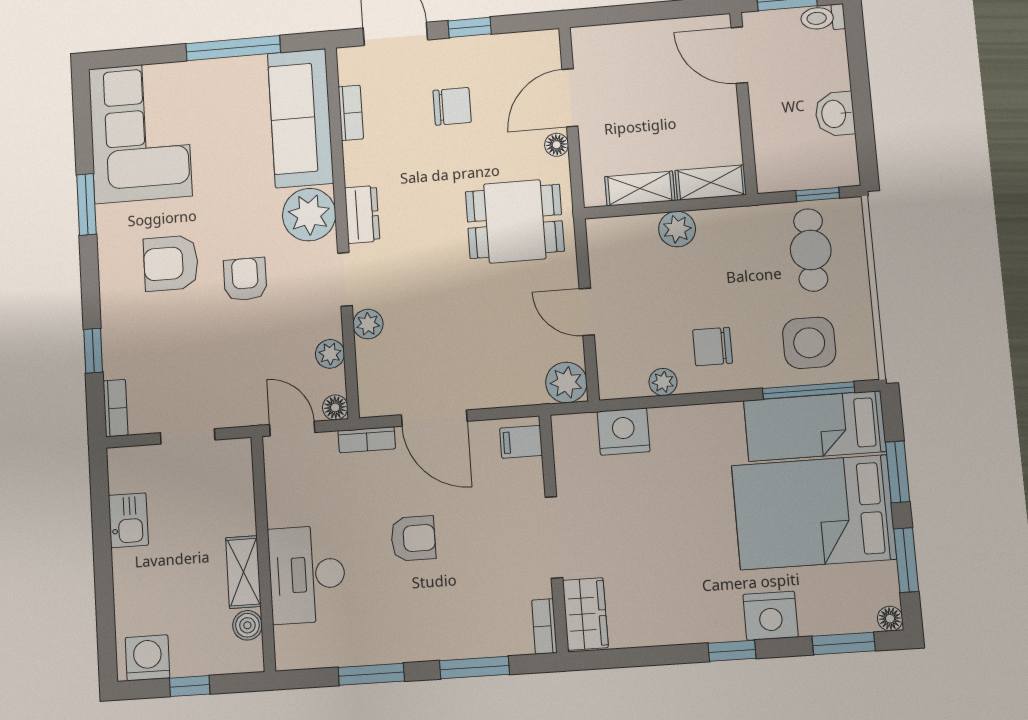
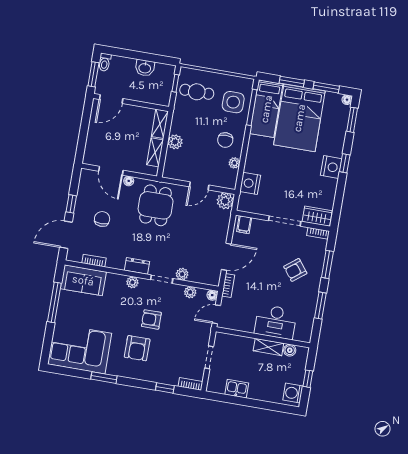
sofa: (301, 118) -> (83, 280), width x0.73
plant: (309, 215) -> (132, 282), width x0.53, depth x0.53
armchair: (413, 538) -> (295, 270), moved, turned -128
nightstand: (771, 616) -> (331, 167), moved

